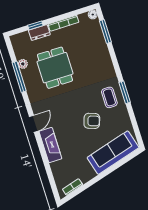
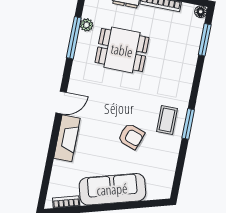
dining table: (55, 68) -> (122, 50), turned 90
sofa: (113, 153) -> (112, 189), moved

